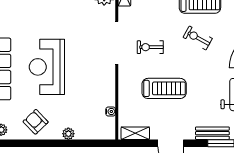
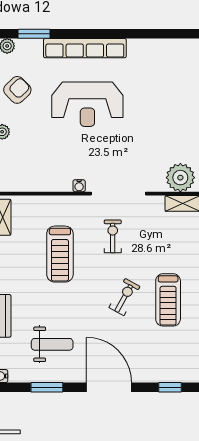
reception desk: (47, 67) -> (87, 104), turned 180
water cooler: (111, 111) -> (79, 186), moved

